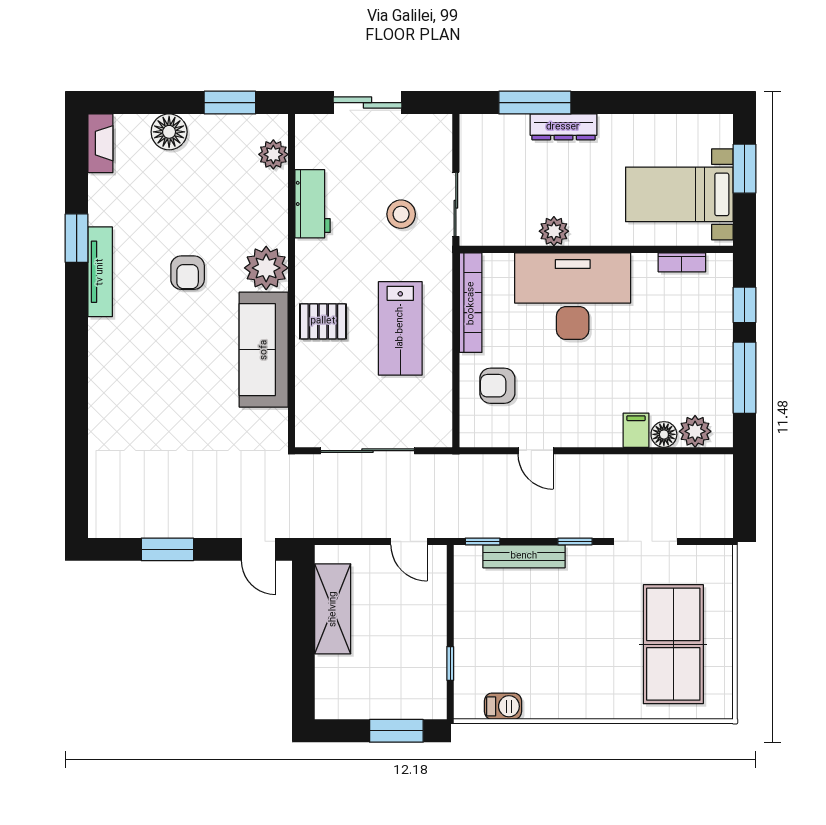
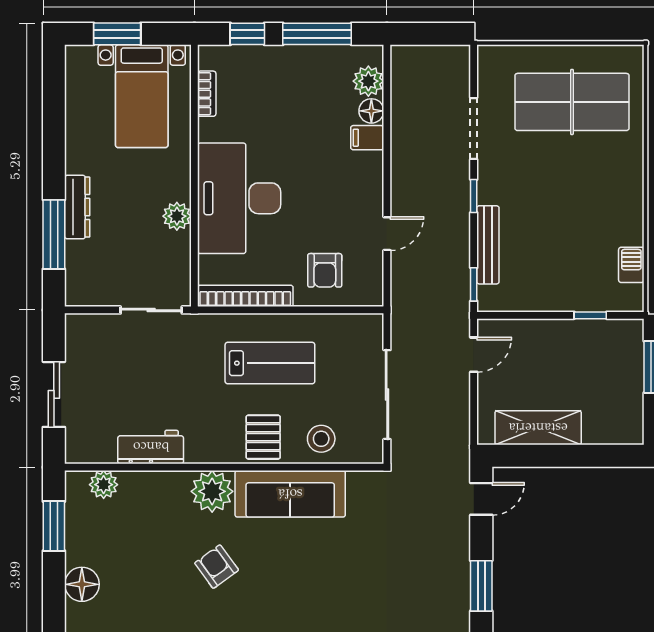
stool: (401, 214) -> (321, 439), moved
armchair: (188, 273) -> (217, 567), turned -126

